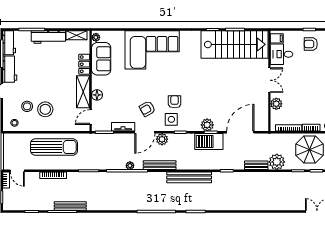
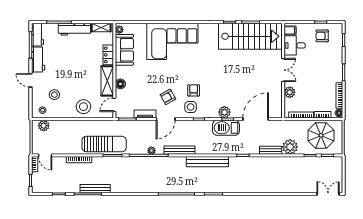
stool: (45, 109) -> (83, 107), moved
plant: (162, 139) -> (44, 126), moved
sun lounger: (54, 147) -> (104, 144), moved

